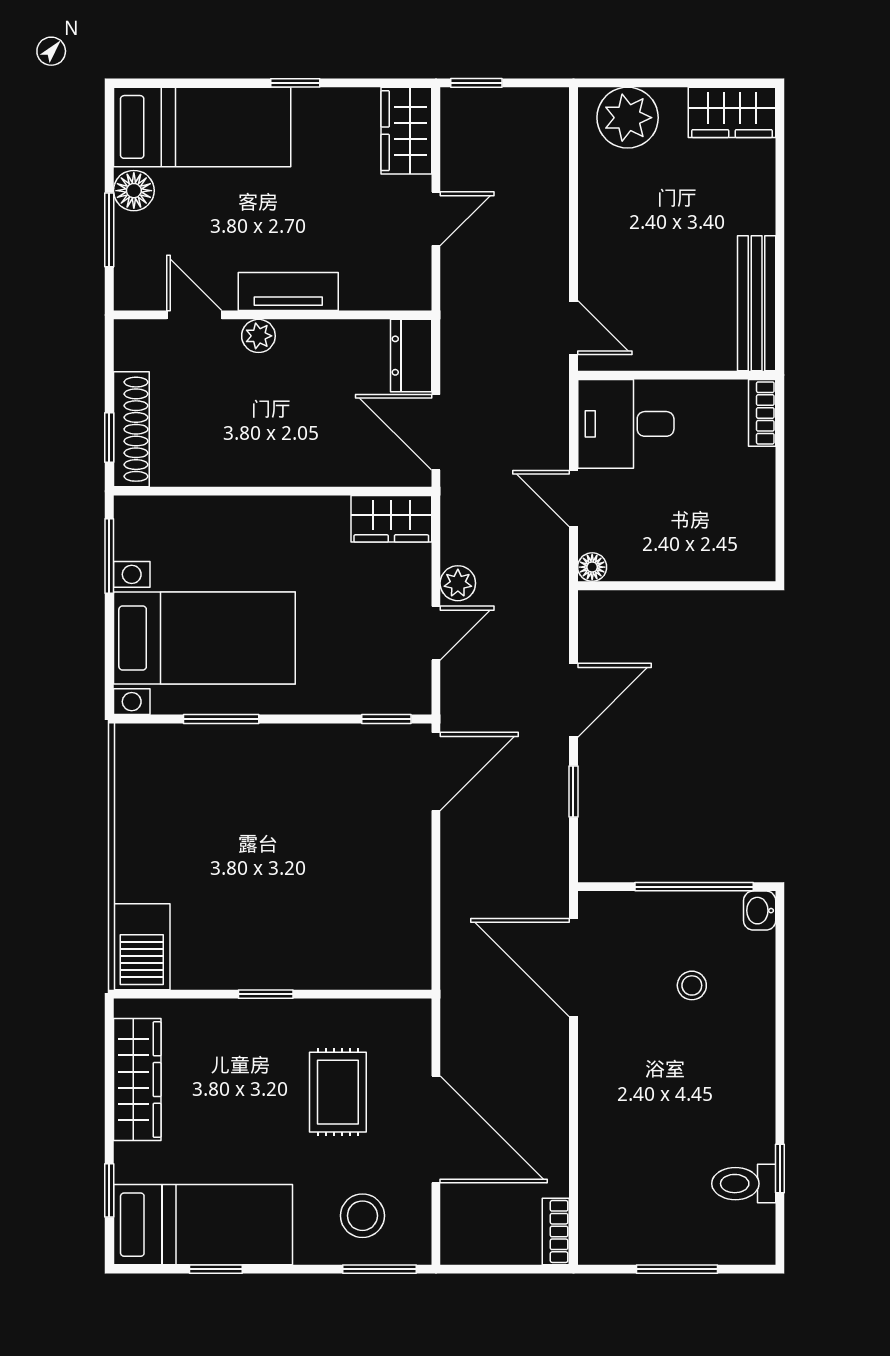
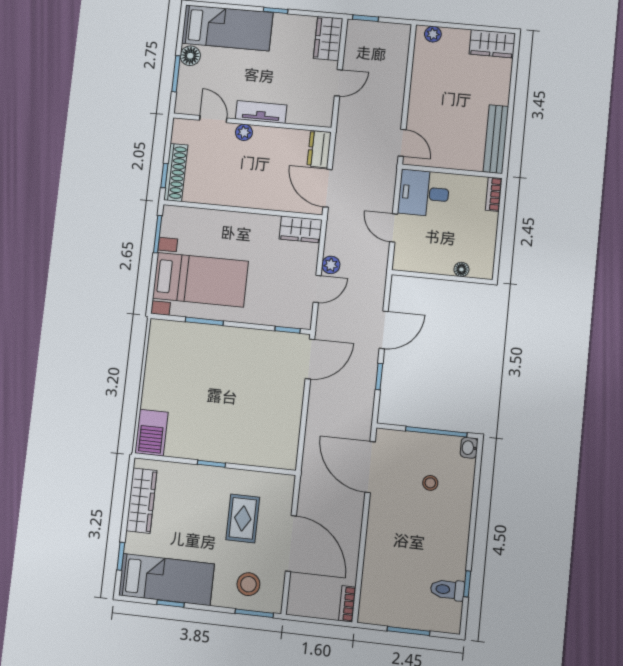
plant: (628, 118) -> (433, 34), width x0.53, depth x0.53
floor lamp: (592, 567) -> (461, 269), moved

